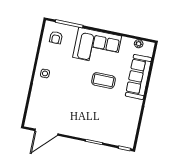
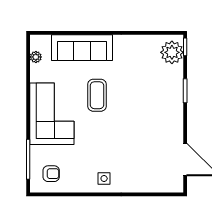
plant: (122, 138) -> (172, 52), added

